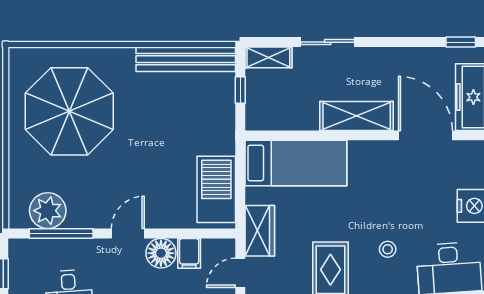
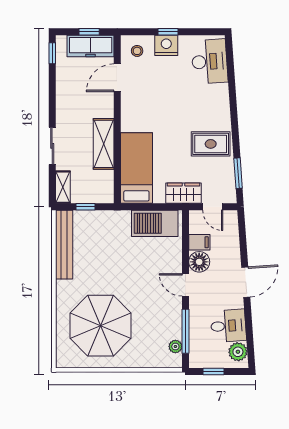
shelving: (357, 116) -> (104, 144), moved
door: (425, 135) -> (117, 78), width x0.73
plant: (48, 211) -> (175, 346), width x0.53, depth x0.53
stool: (388, 249) -> (137, 51), moved

